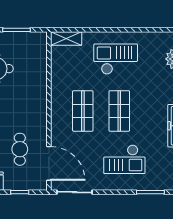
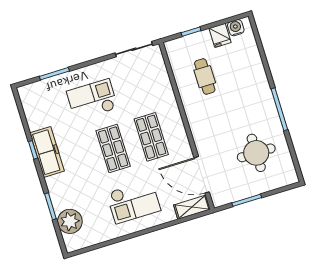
door: (49, 163) -> (202, 175), moved

